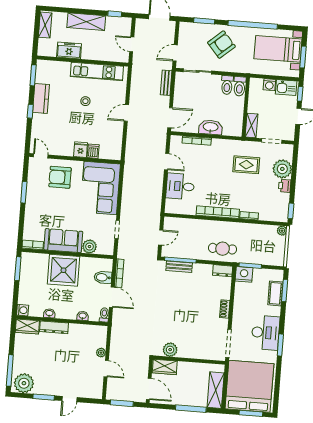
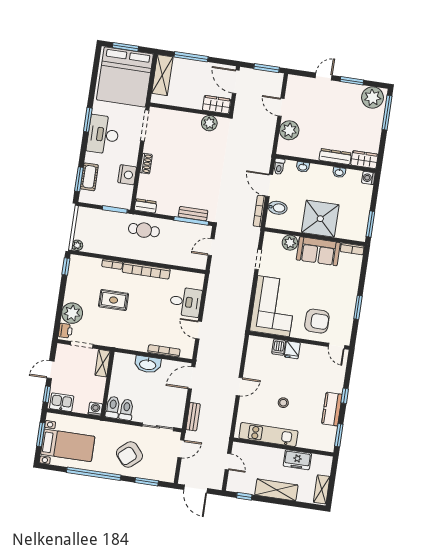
washing machine: (269, 85) -> (95, 409), moved
rug: (246, 165) -> (114, 300), moved
printer: (285, 186) -> (65, 331), moved
nightstand: (244, 274) -> (127, 175), moved, turned -90
plant: (101, 353) -> (289, 130), width x1.87, depth x1.87

